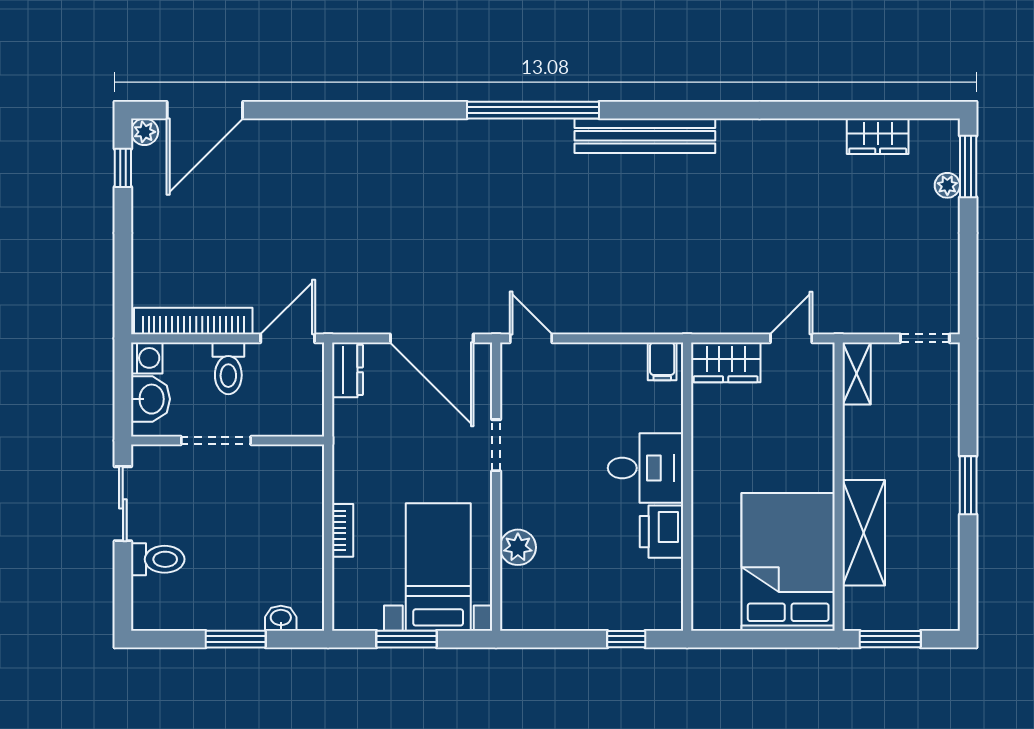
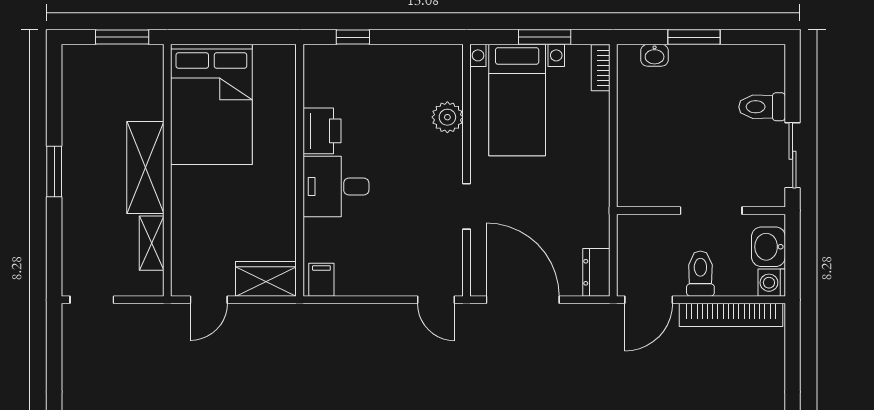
shelving: (857, 373) -> (152, 243), moved
bookcase: (343, 530) -> (601, 68), moved
shelving: (864, 533) -> (145, 168), moved

